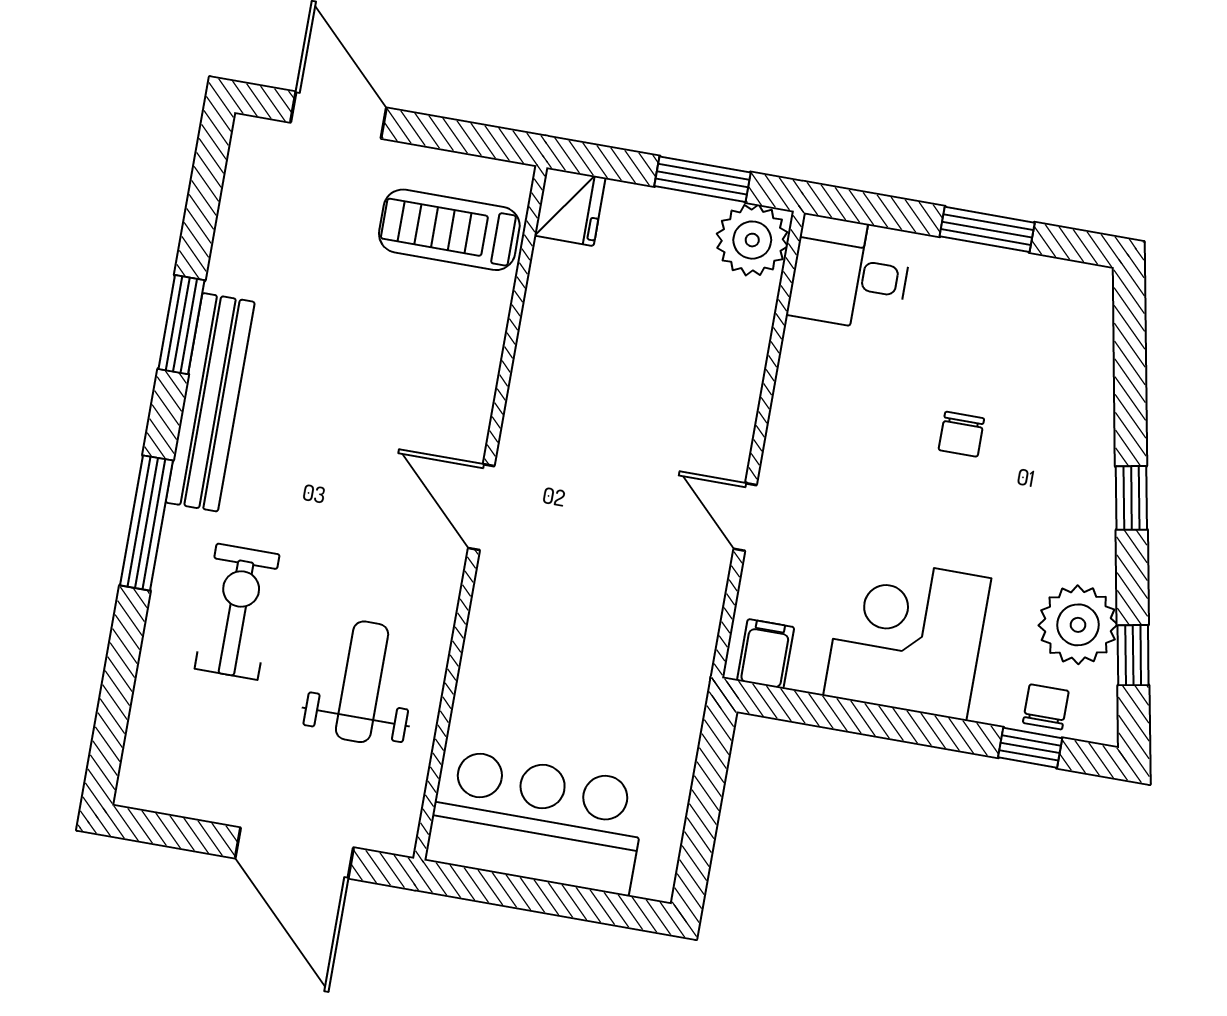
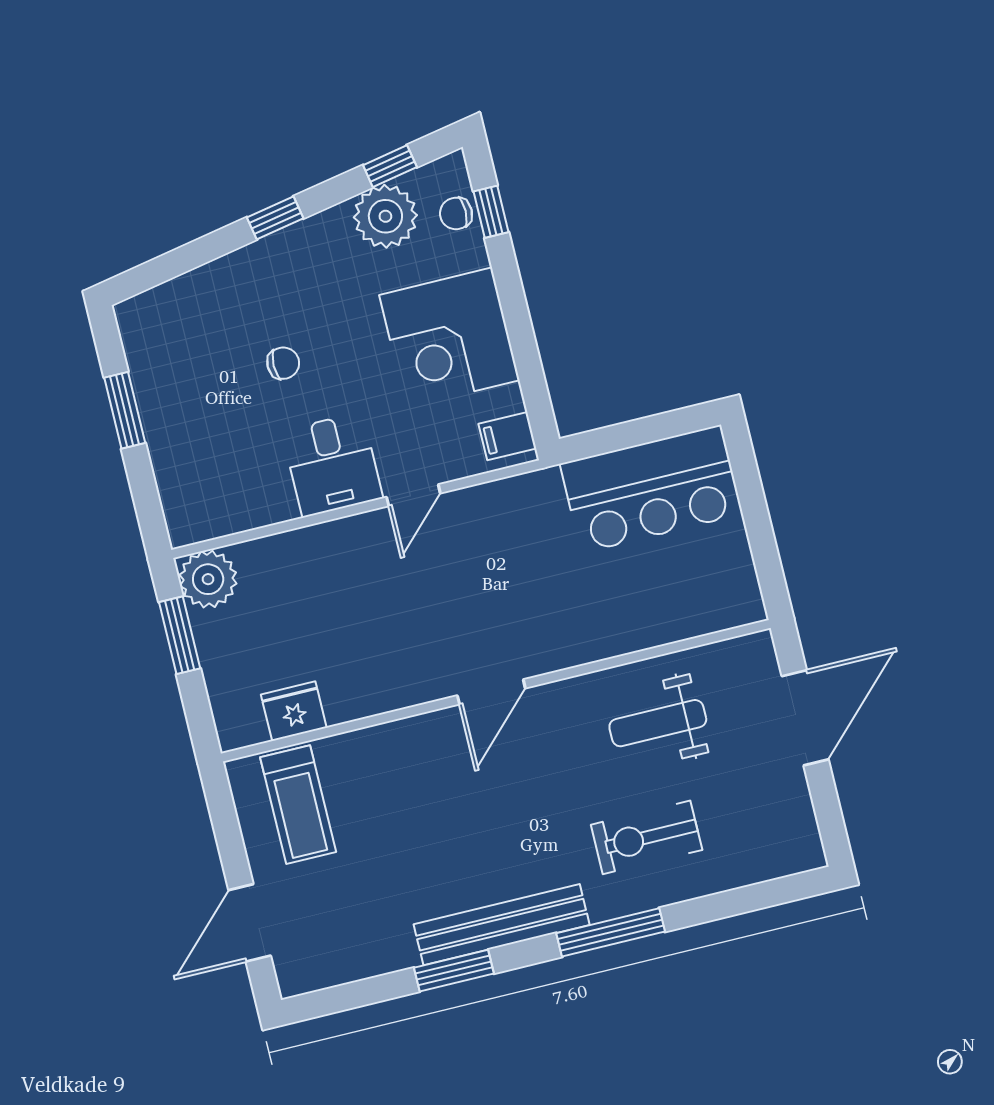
fridge: (570, 207) -> (294, 711), moved
desk: (850, 273) -> (332, 465), moved
bar counter: (536, 822) -> (651, 489), moved, turned -90

